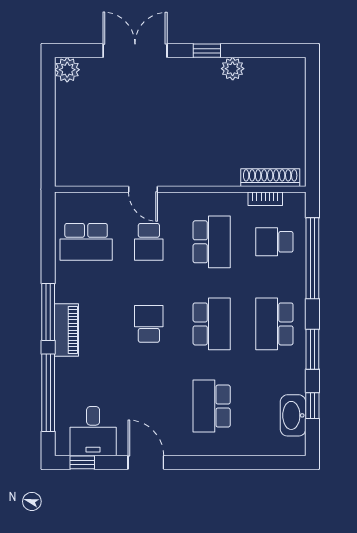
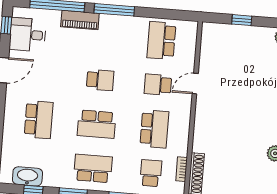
window: (48, 131) -> (242, 20), added
school desk: (212, 242) -> (154, 129), turned -90
piano: (66, 330) -> (80, 20), moved
school desk: (212, 406) -> (39, 120), turned 90

